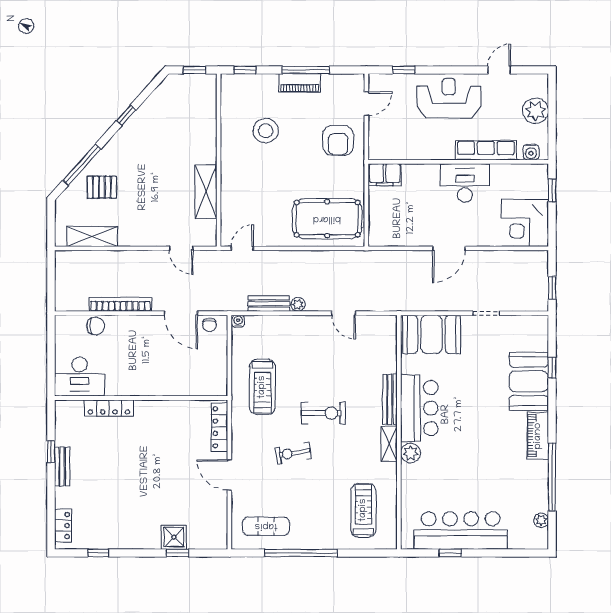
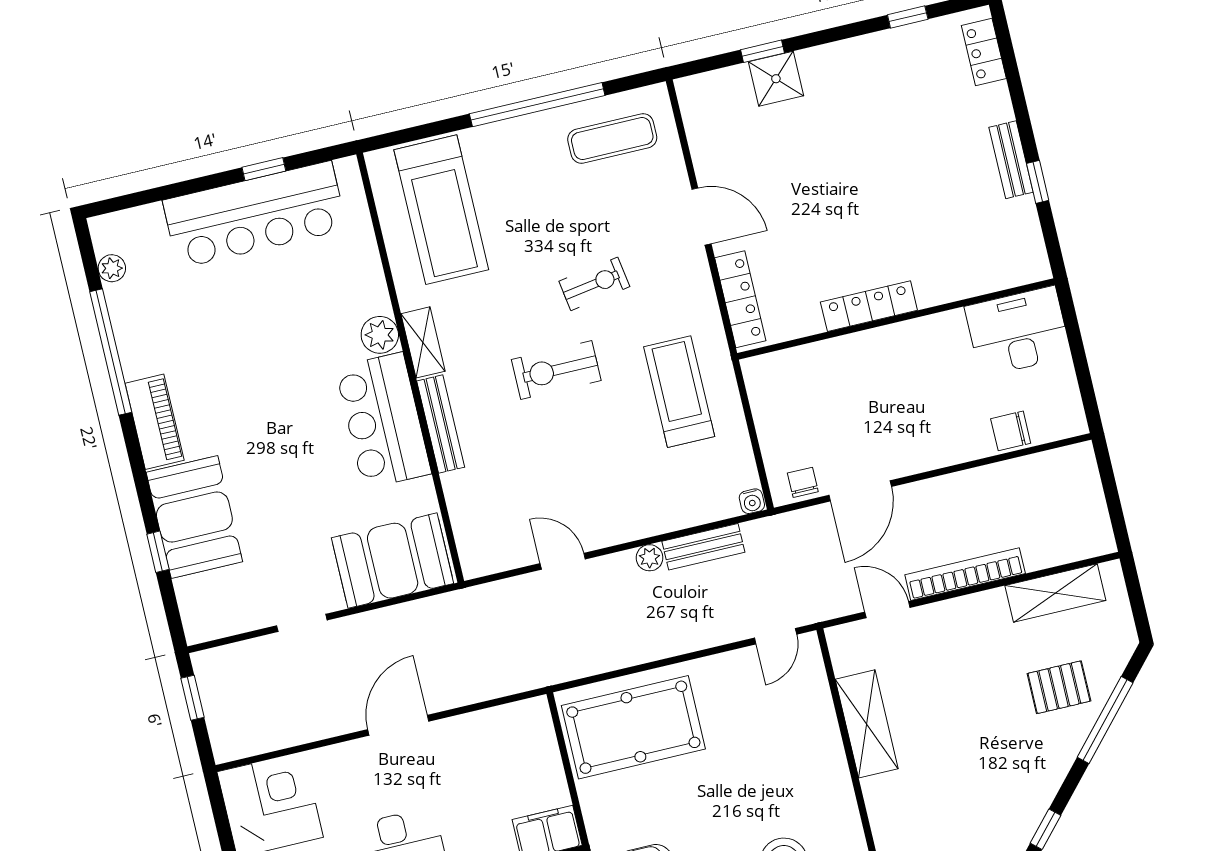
bookcase: (121, 304) -> (965, 574), moved, turned 180
door: (181, 313) -> (860, 491), swing flipped
locker: (109, 408) -> (869, 306), moved
treadmill: (363, 510) -> (441, 210), width x1.37, depth x1.38

